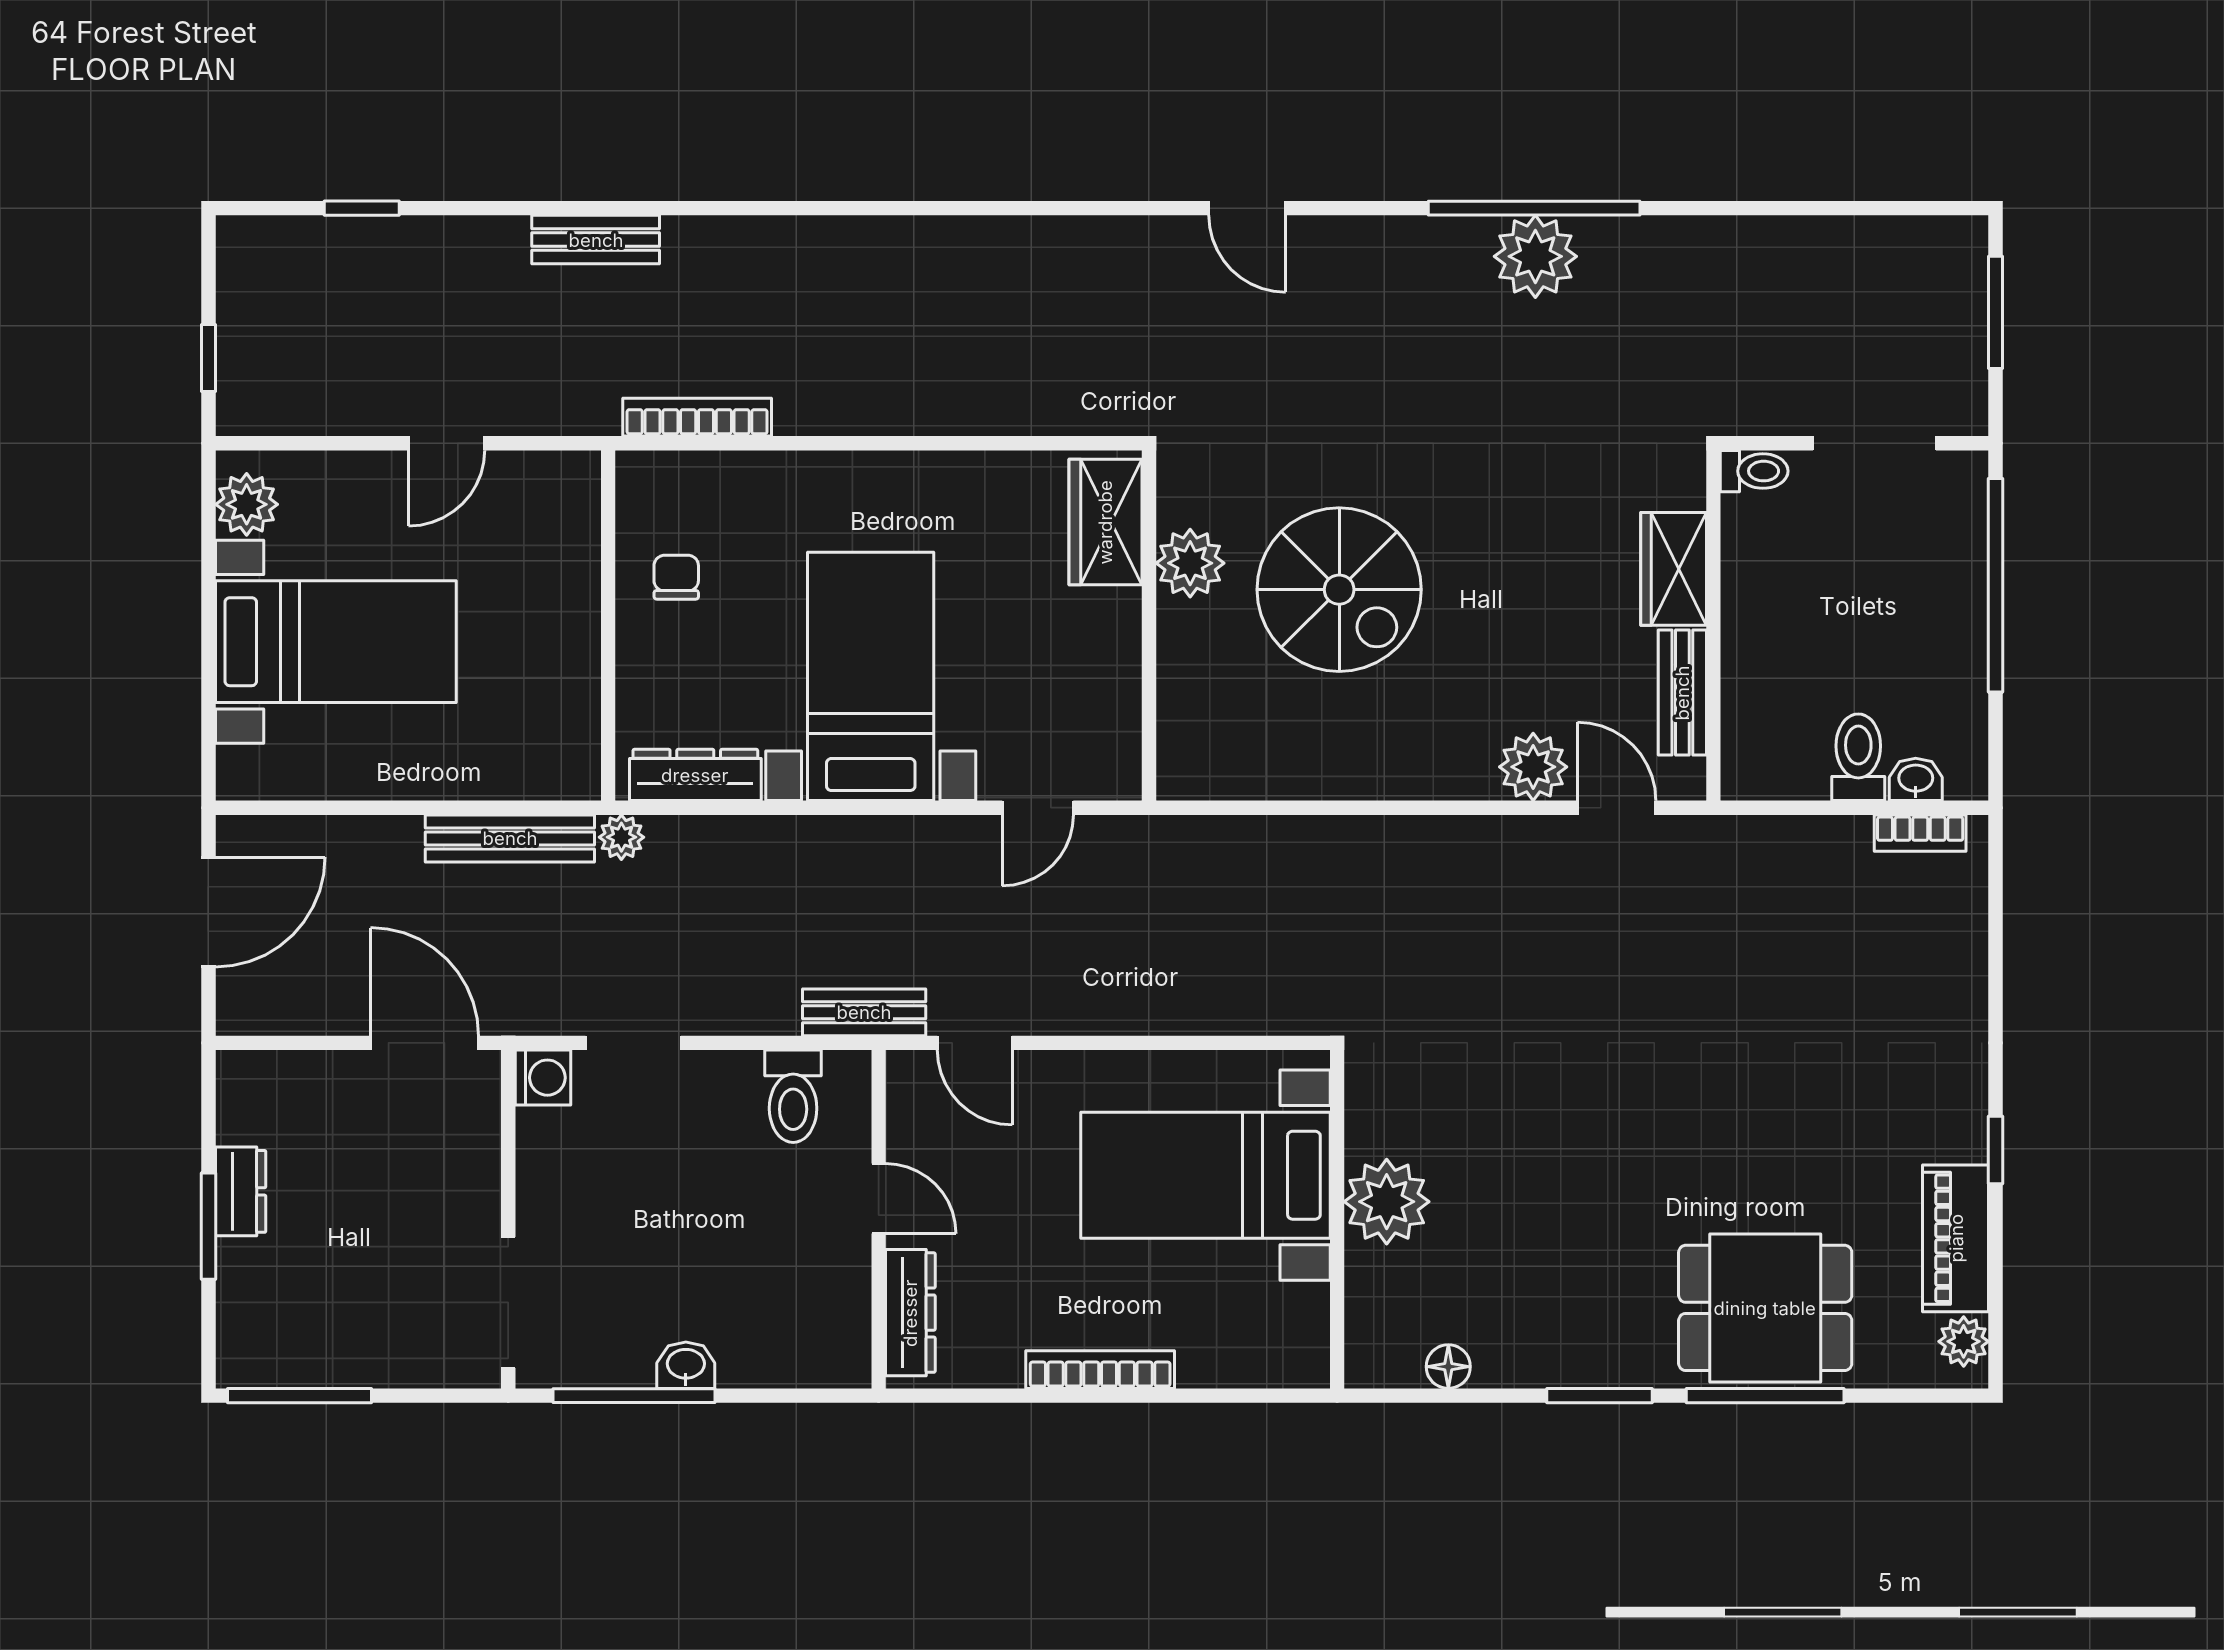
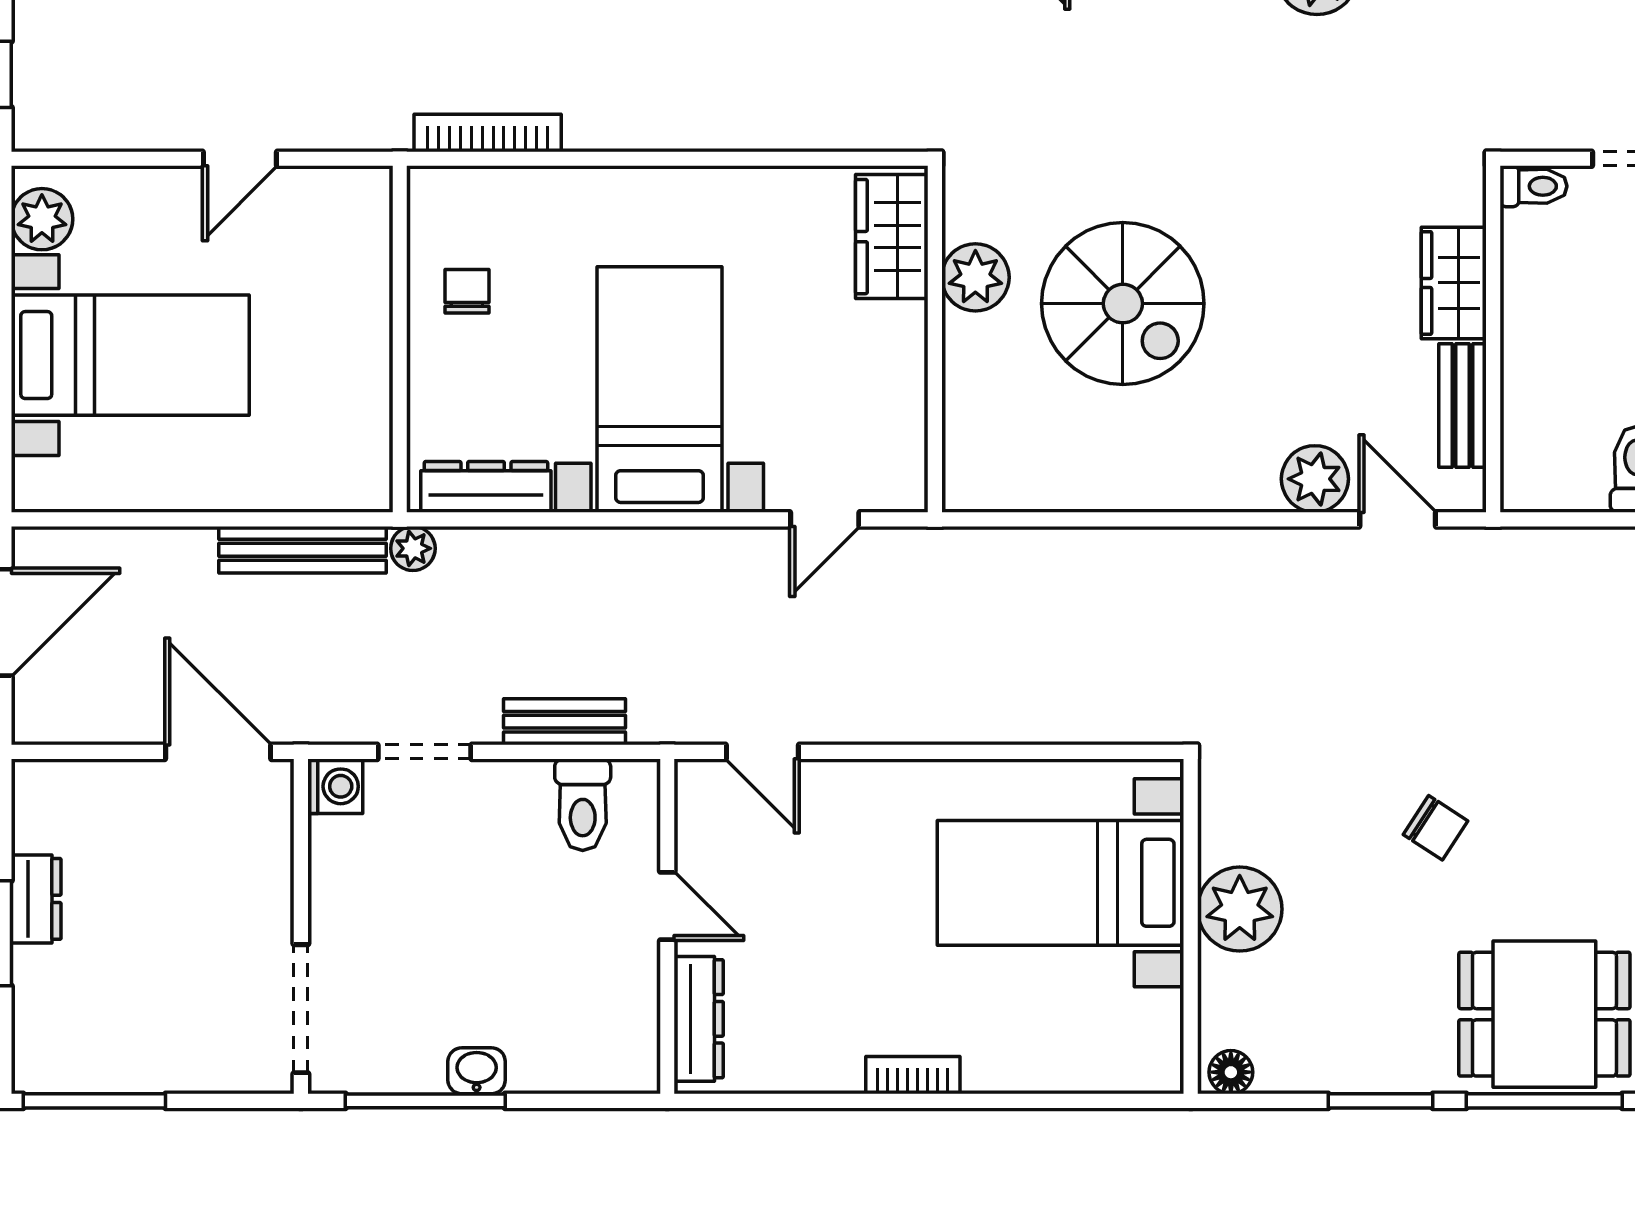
bench: (864, 1012) -> (565, 722), moved
chair: (1655, 1119) -> (1436, 828), added
bed with nightstands: (1206, 1175) -> (1060, 883), moved
plant: (1387, 1202) -> (1240, 909), moved
wall: (1337, 1219) -> (1191, 926), moved
bookcase: (1100, 1370) -> (913, 1075), width x0.64

